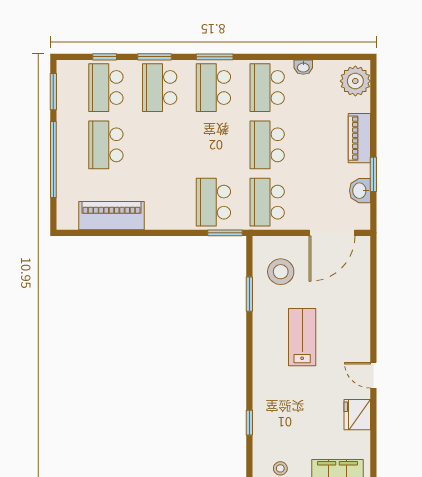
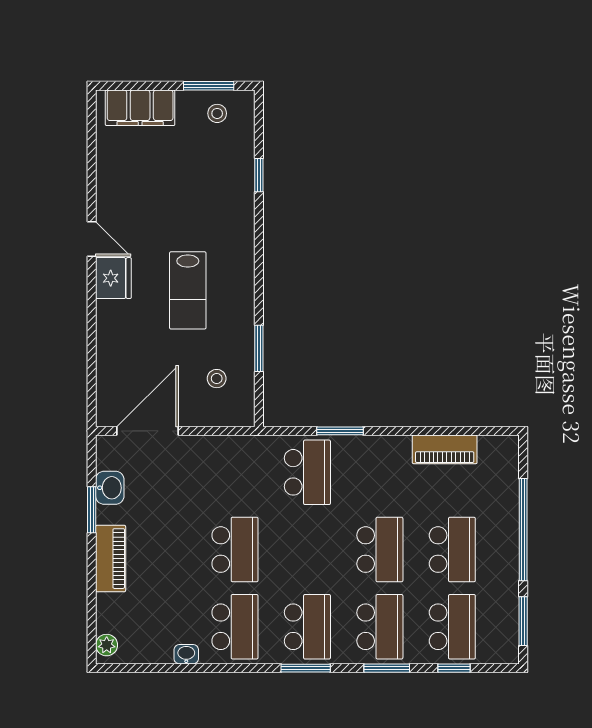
plant: (355, 81) -> (107, 645), width x0.53, depth x0.53
school desk: (267, 202) -> (380, 550), moved
piano: (112, 216) -> (445, 449), width x0.73, depth x0.75
window: (225, 233) -> (340, 431), moved
stool: (281, 272) -> (217, 379), width x0.53, depth x0.53
fridge: (357, 415) -> (113, 278), moved

